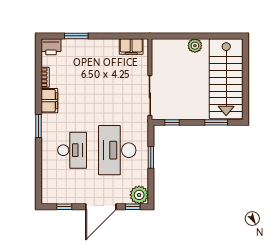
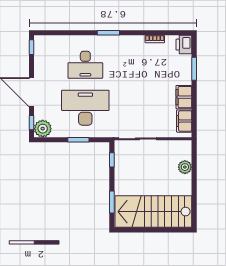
plant: (195, 46) -> (185, 167), moved
filing cabinet: (49, 101) -> (184, 97), moved, turned 90
window: (64, 207) -> (32, 47), moved

